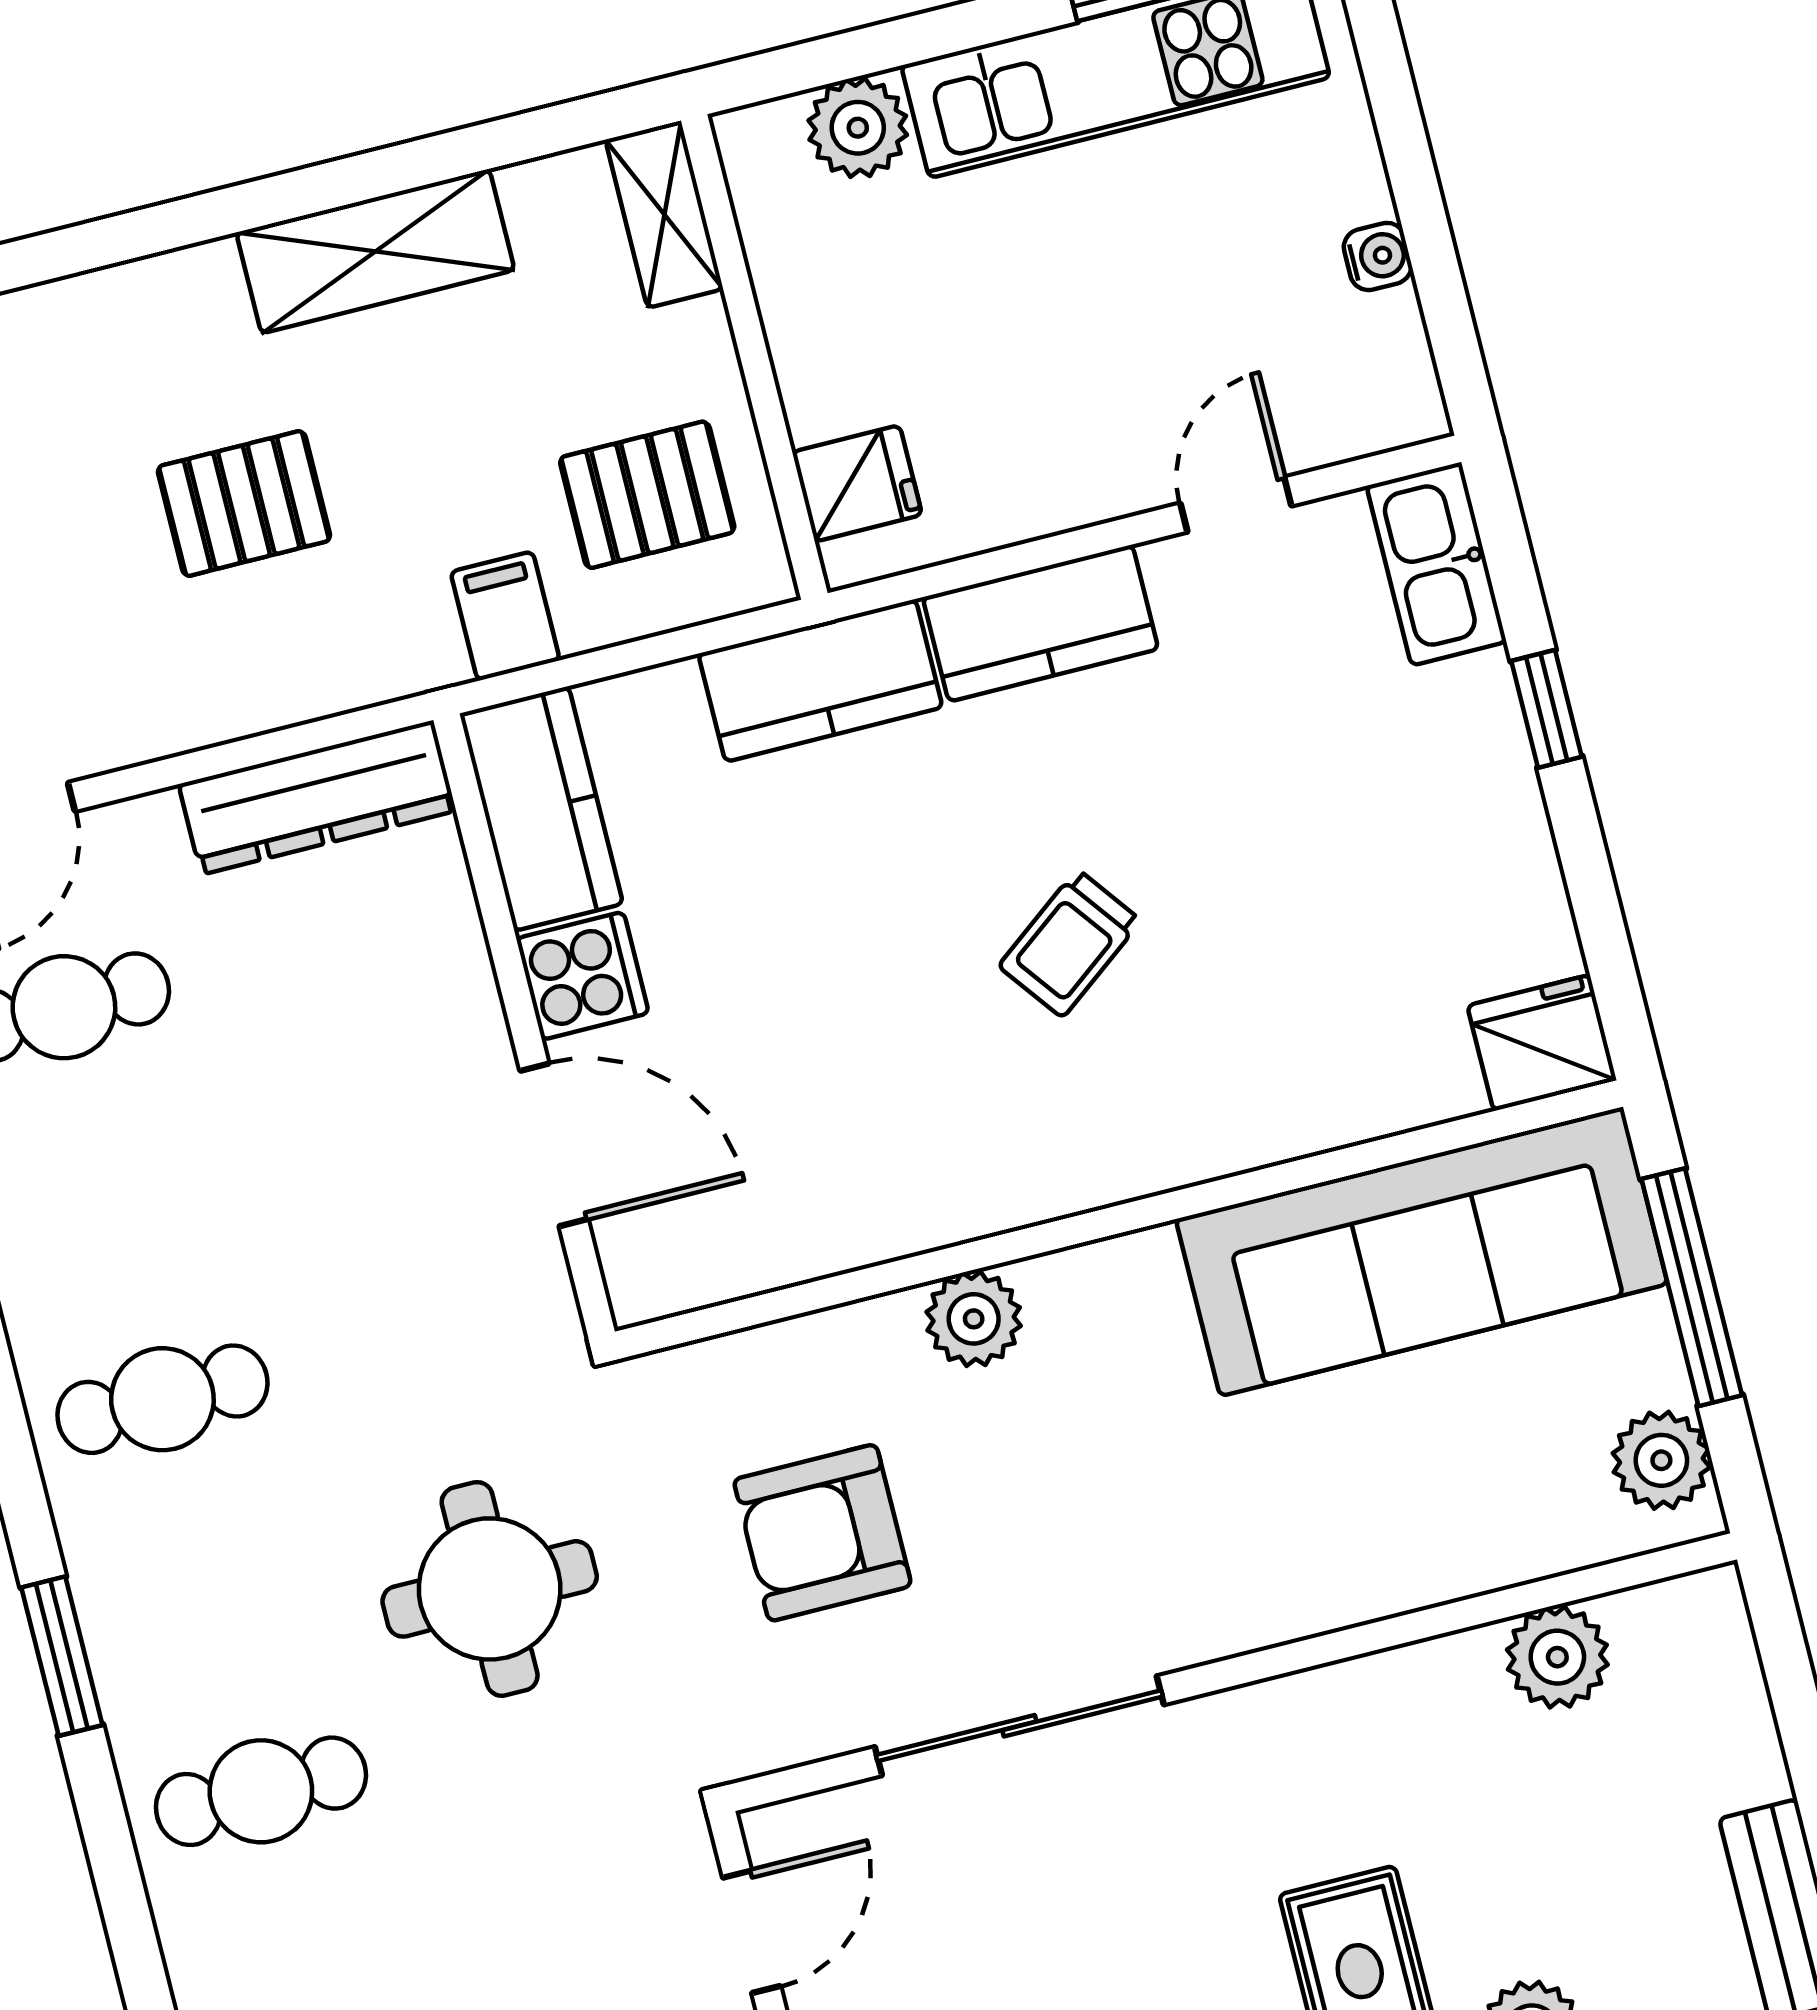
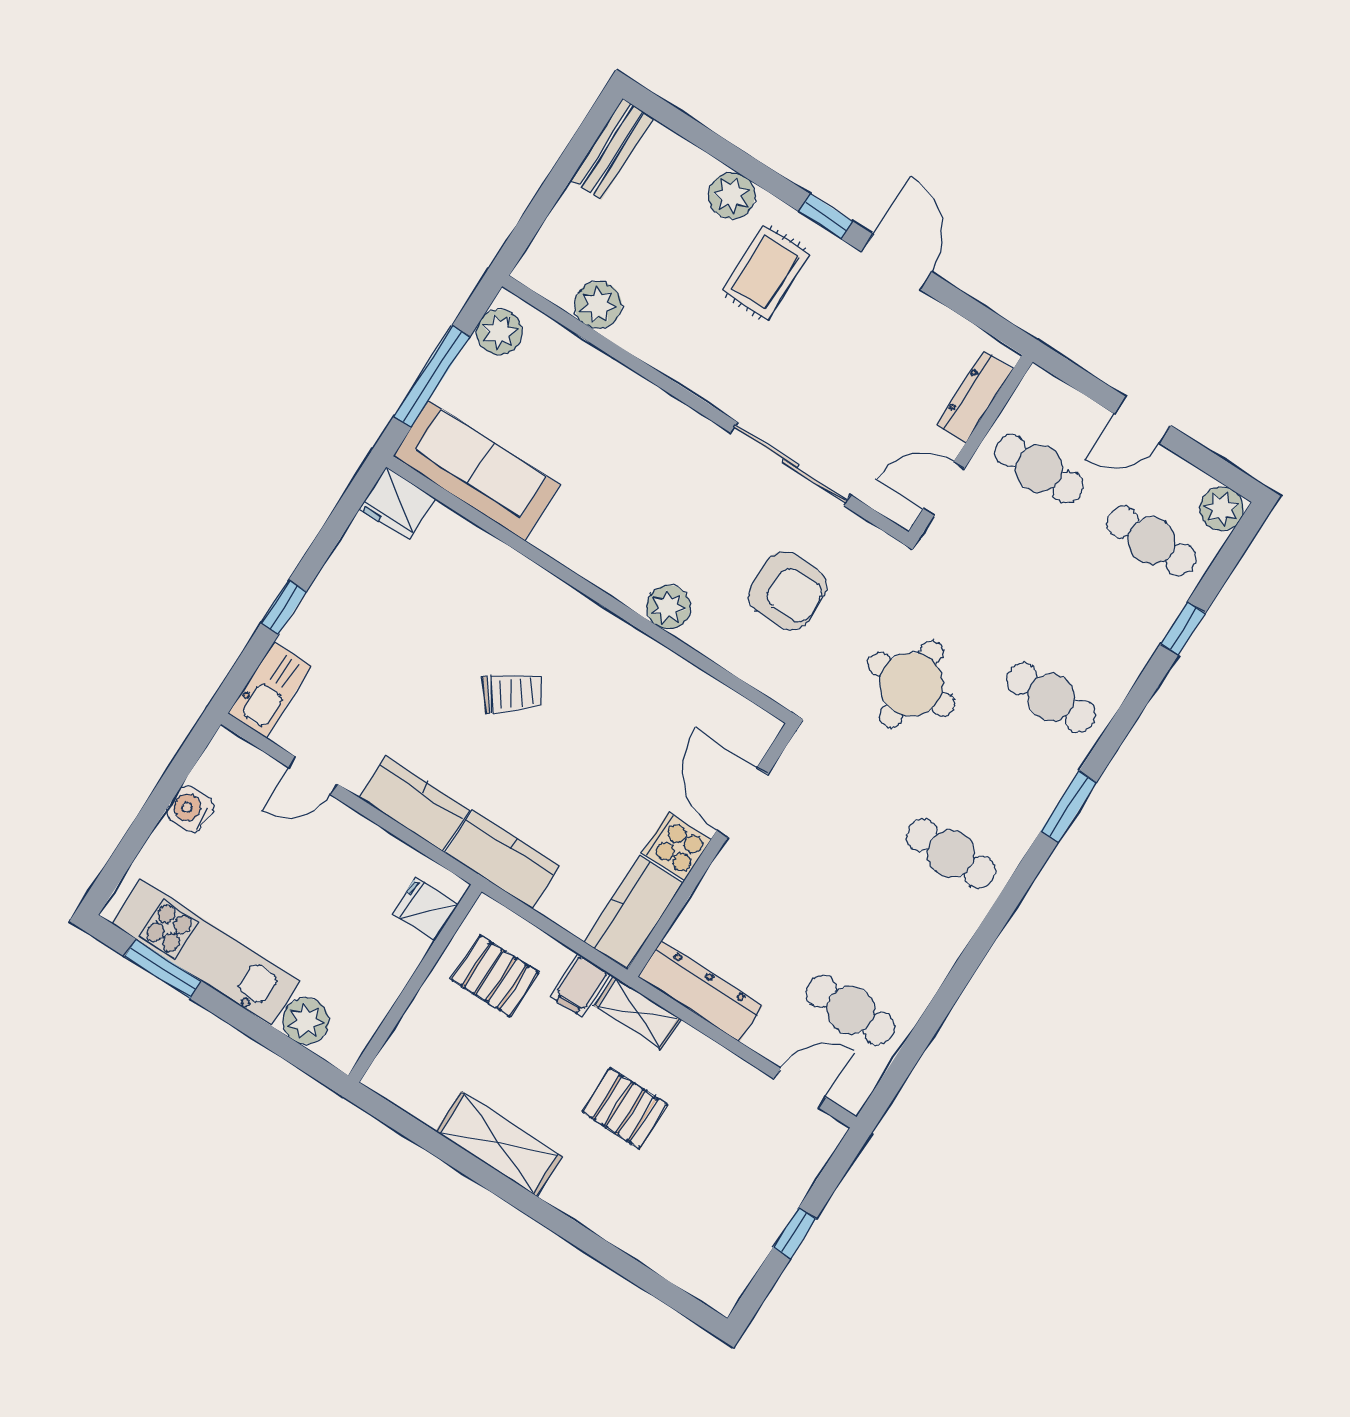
shelving: (664, 214) -> (637, 1013), moved, turned 90
water cooler: (1378, 256) -> (190, 809), width x1.38, depth x1.38
sofa: (1422, 1252) -> (476, 470), width x0.74, depth x0.79

